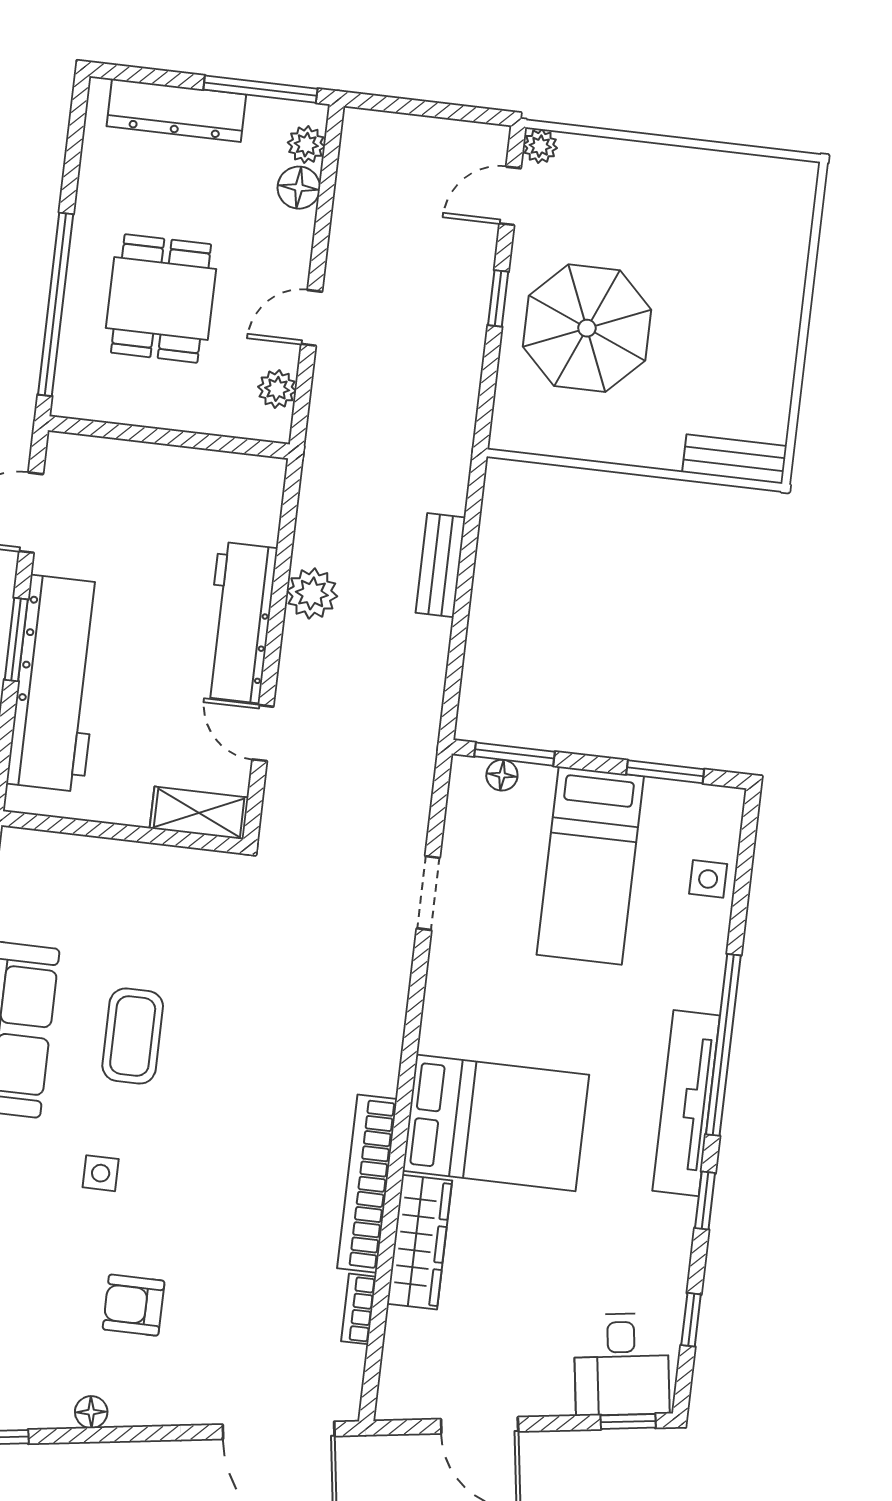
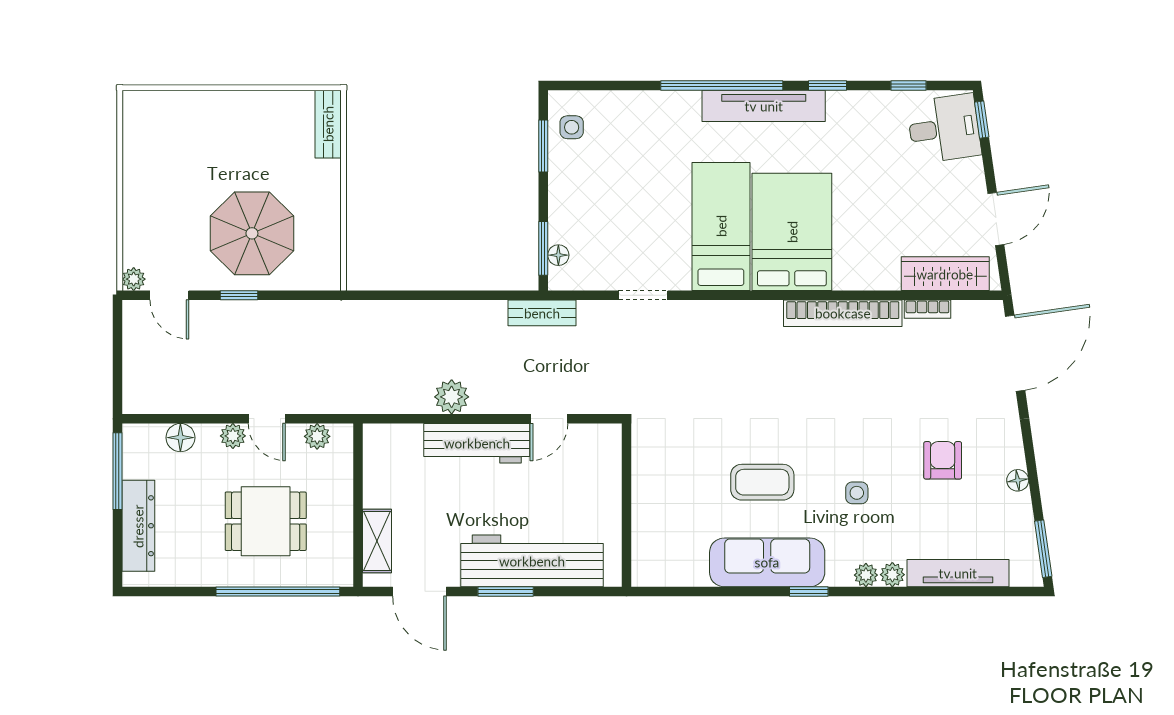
plant: (306, 145) -> (233, 436), moved
bench: (440, 565) -> (542, 313), moved
shelving: (199, 813) -> (377, 541), moved
bed: (590, 866) -> (721, 226), moved, turned -90
side table: (708, 879) -> (572, 127), moved
wardrobe: (419, 1242) -> (945, 274), moved
armchair: (134, 1305) -> (943, 460), turned 180

